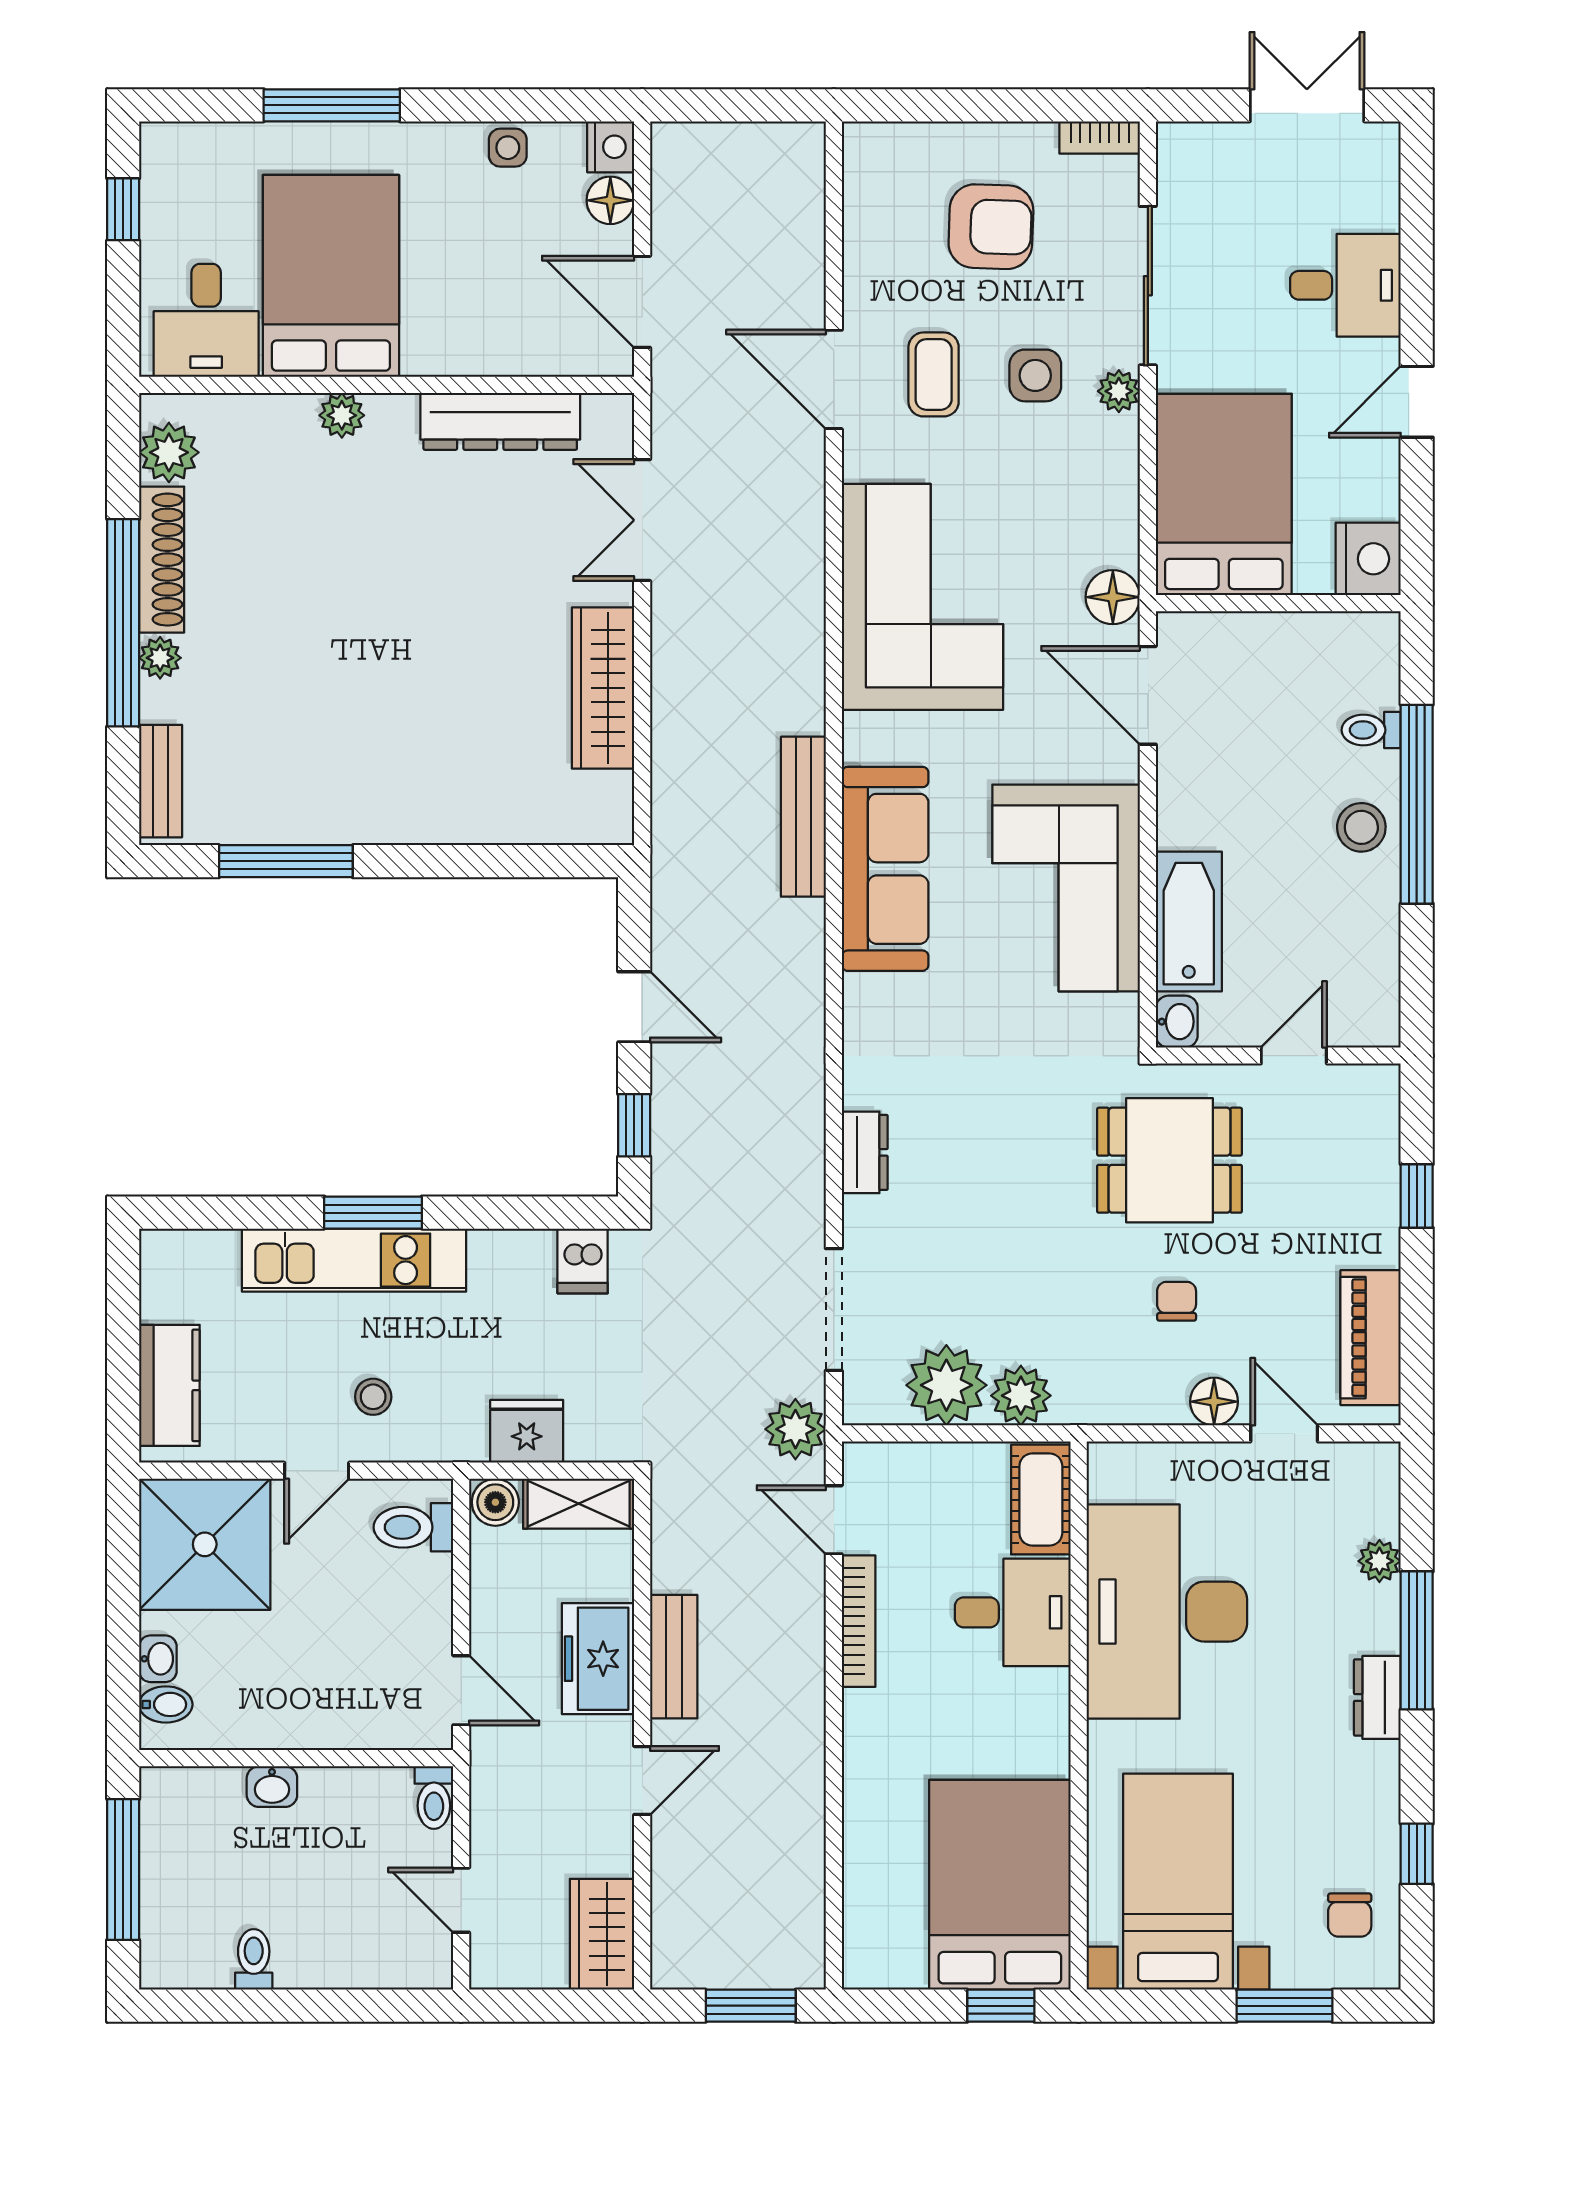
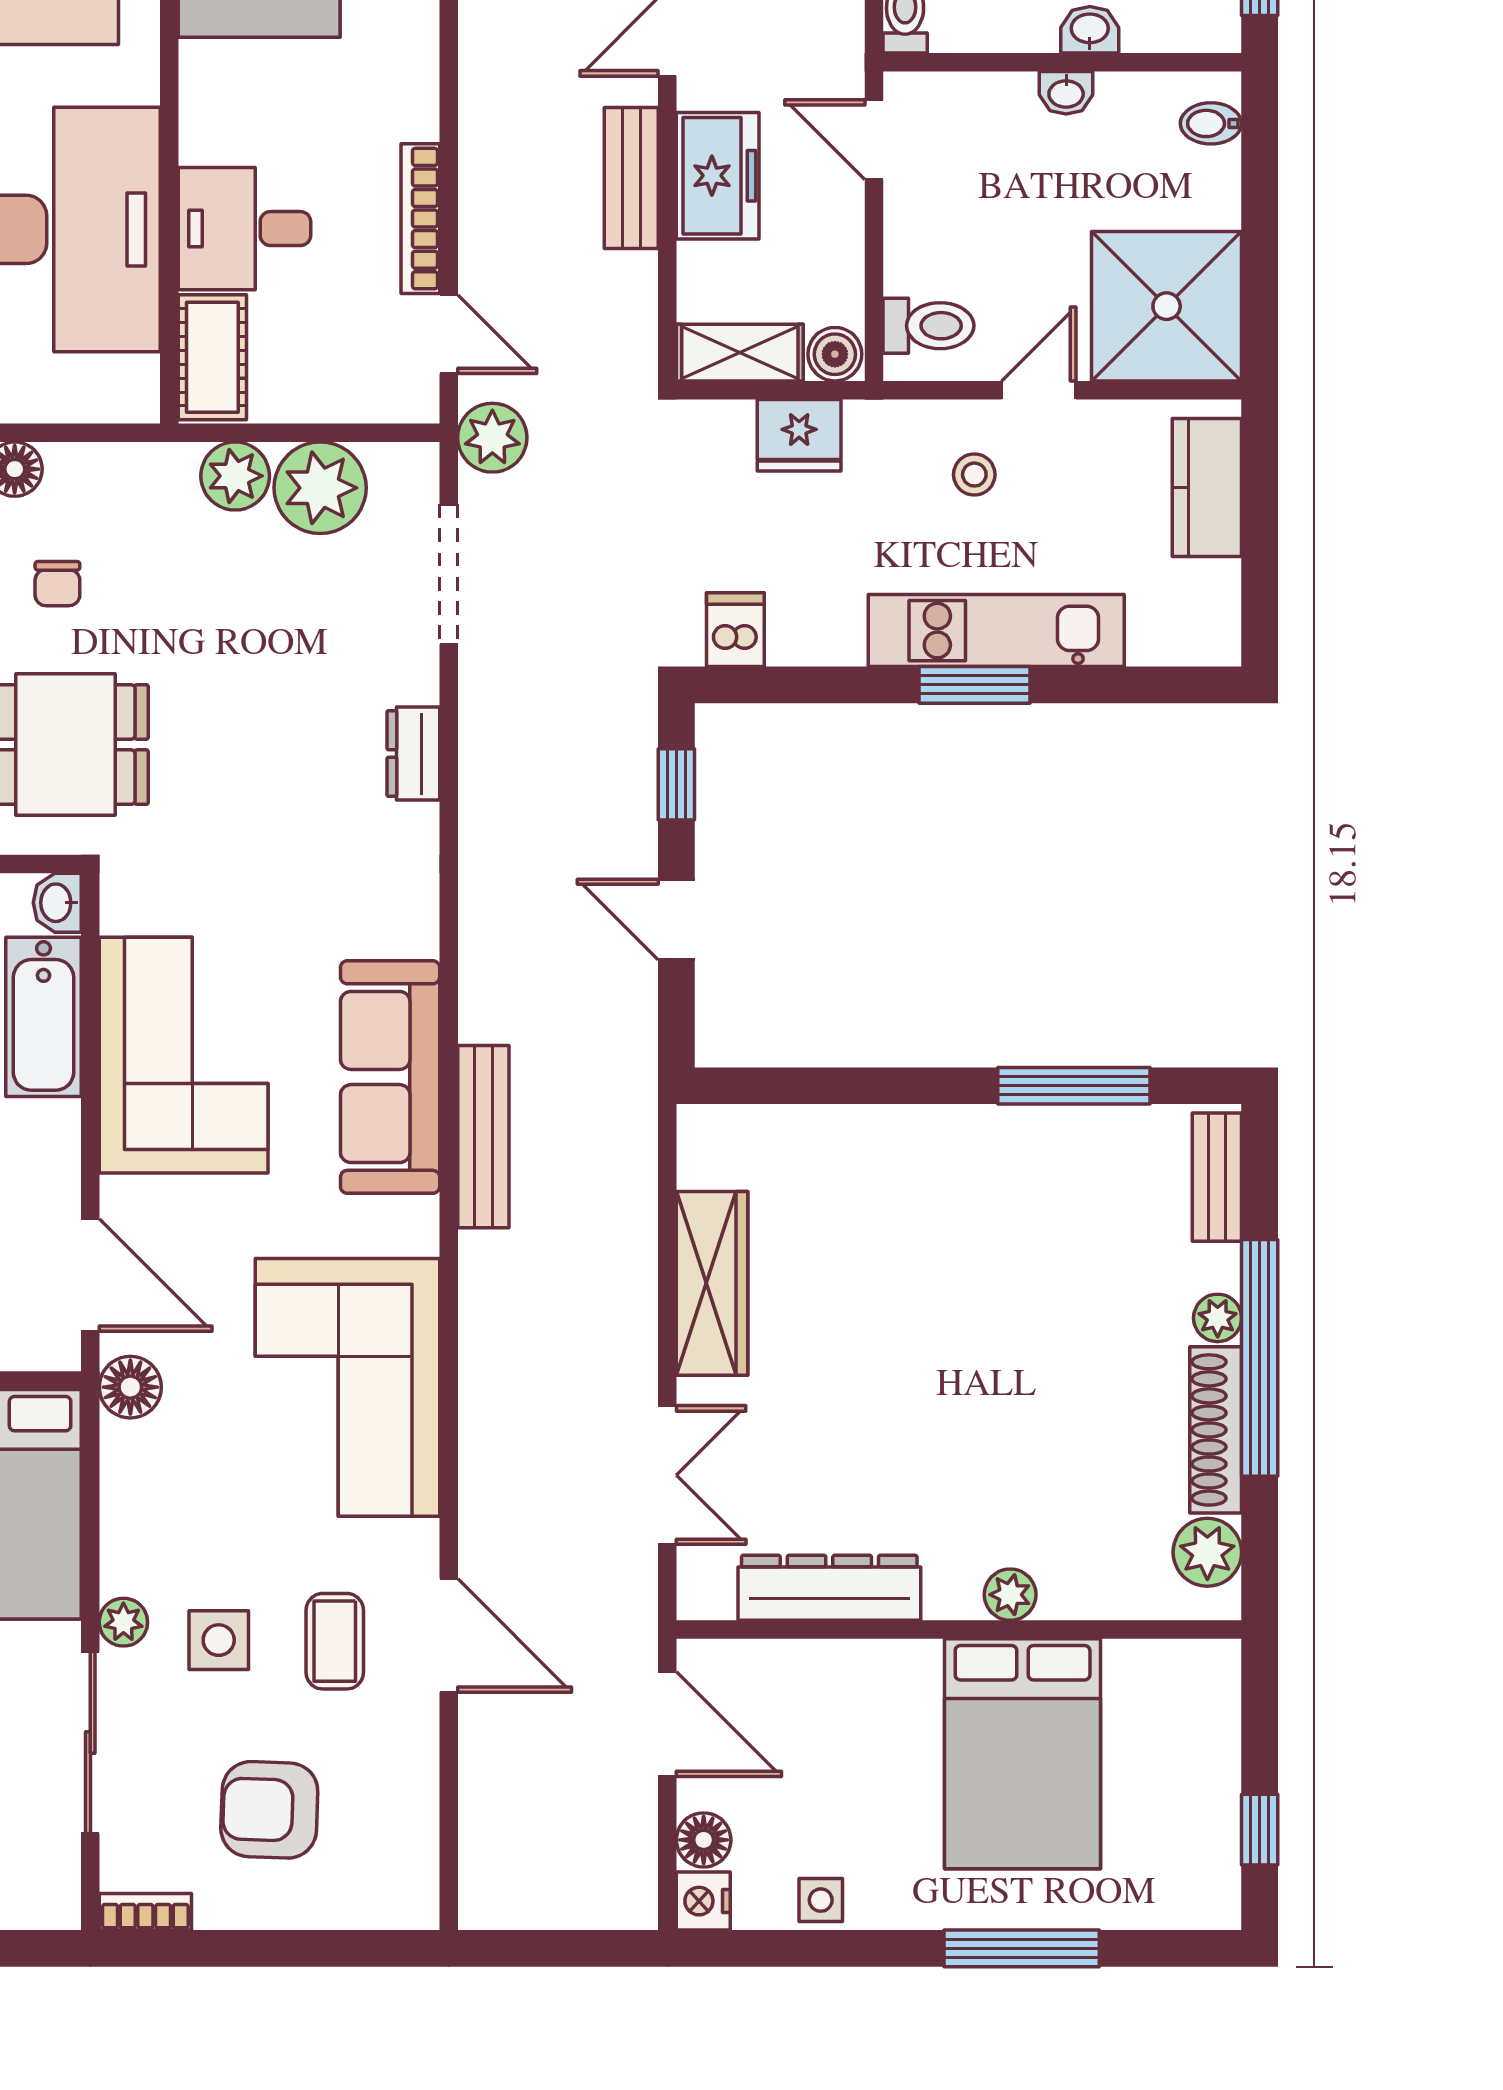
desk: (206, 320) -> (1165, 1703), removed
washbasin: (158, 1659) -> (1066, 93), moved, turned -90

